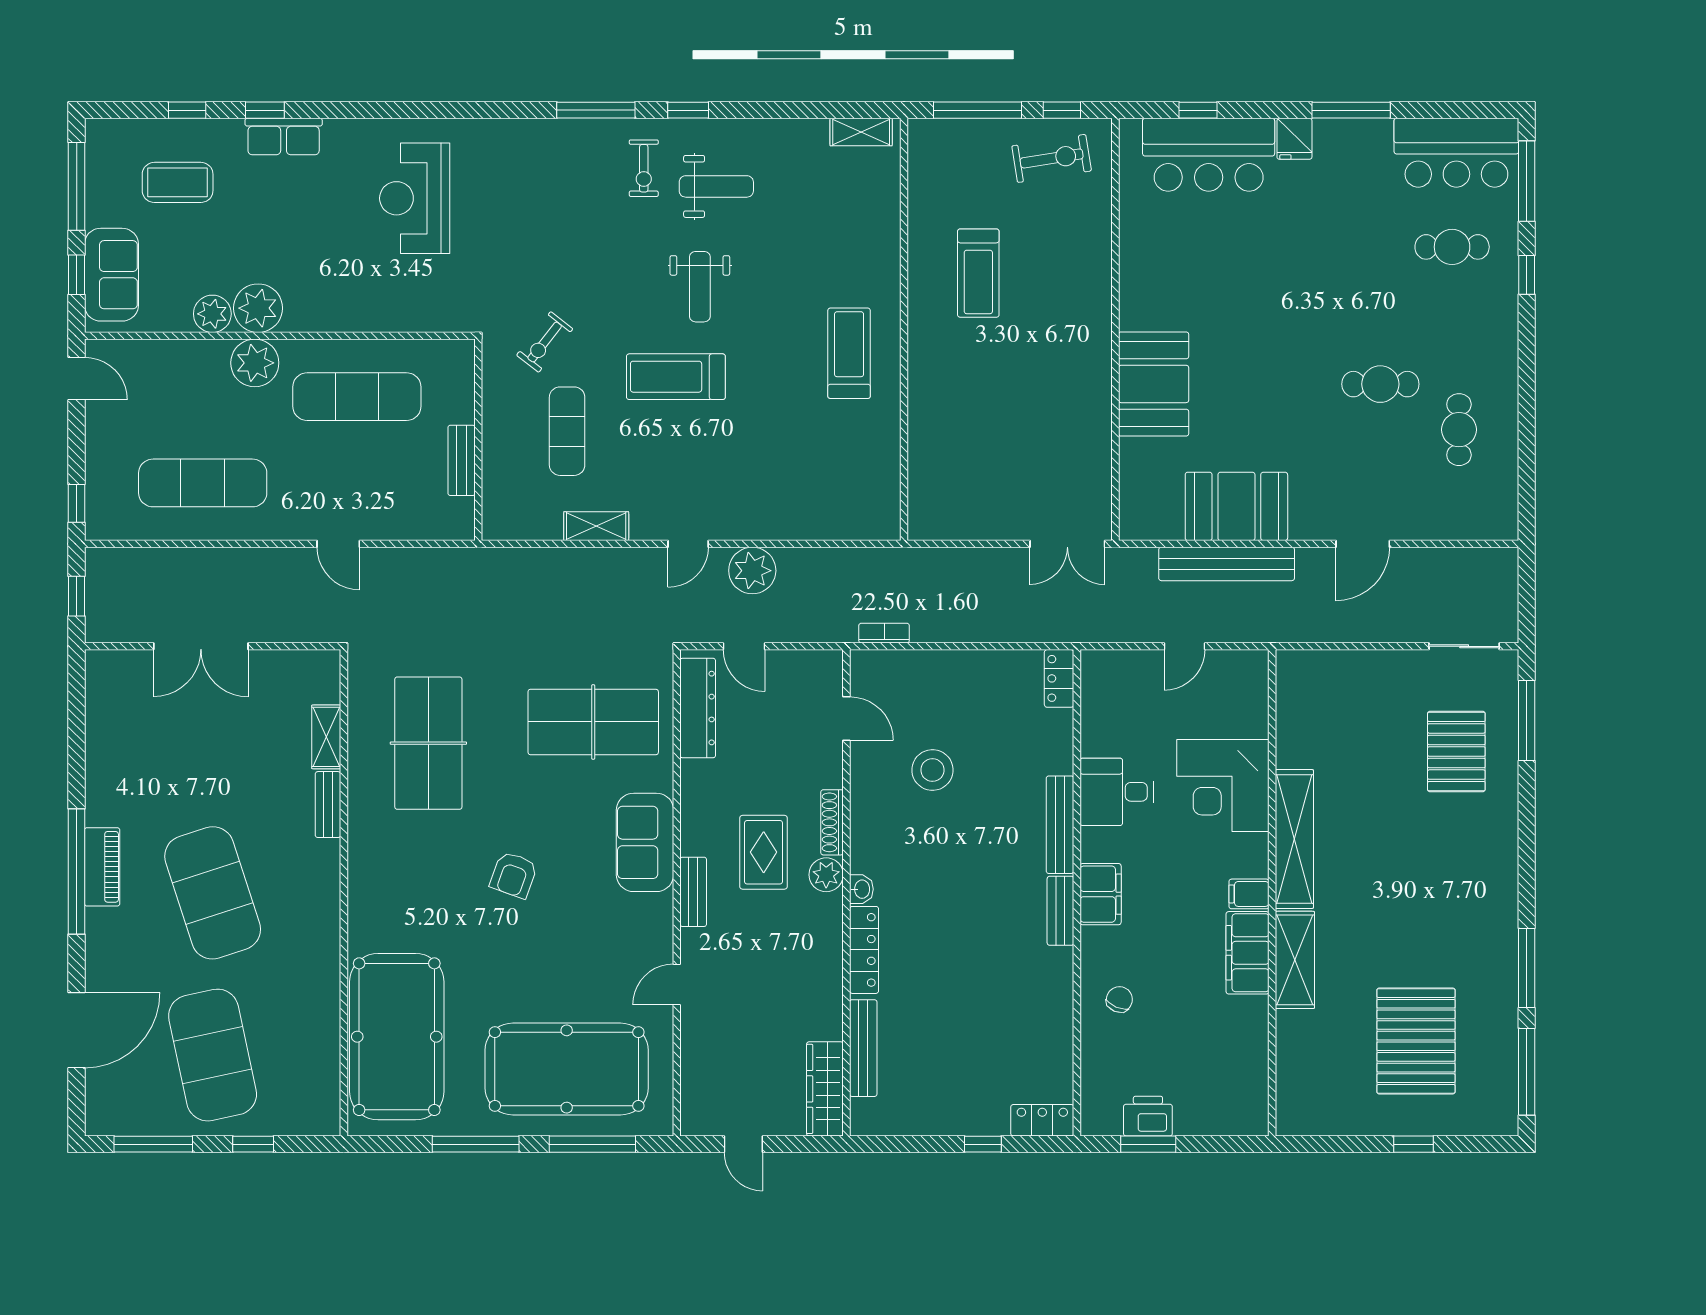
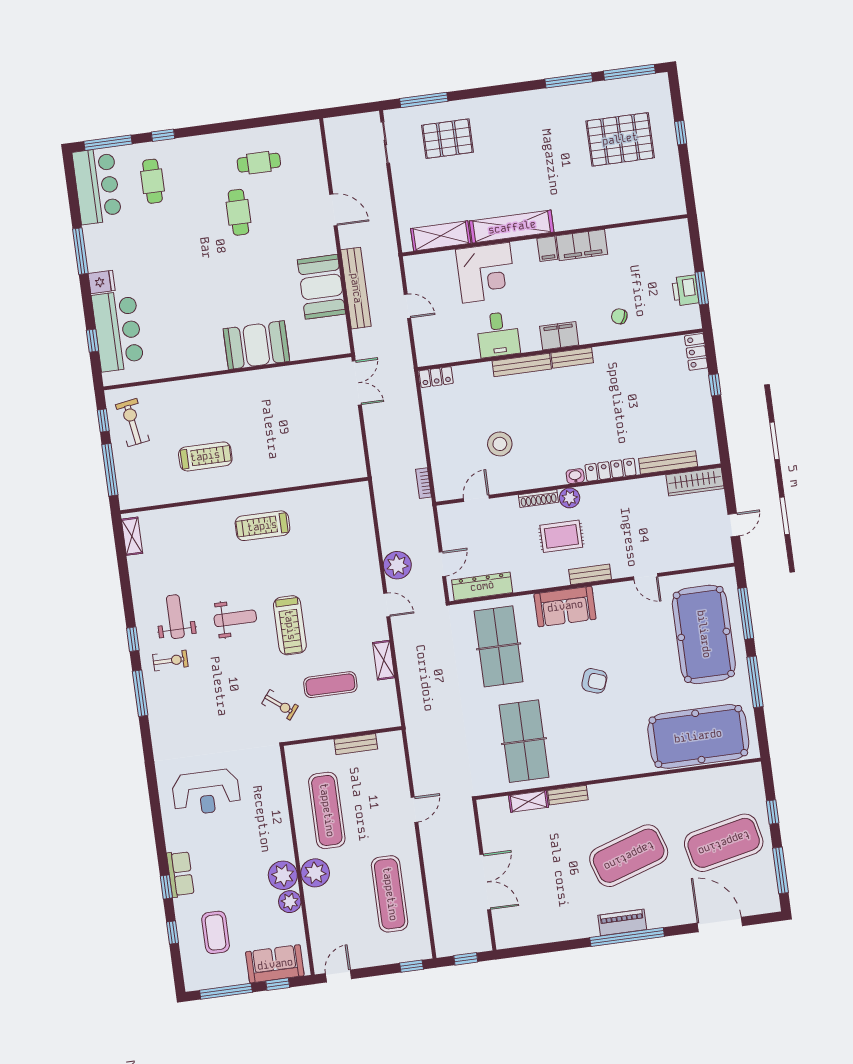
table tennis table: (428, 743) -> (524, 741), turned 90
shelving: (1295, 960) -> (441, 236), moved

